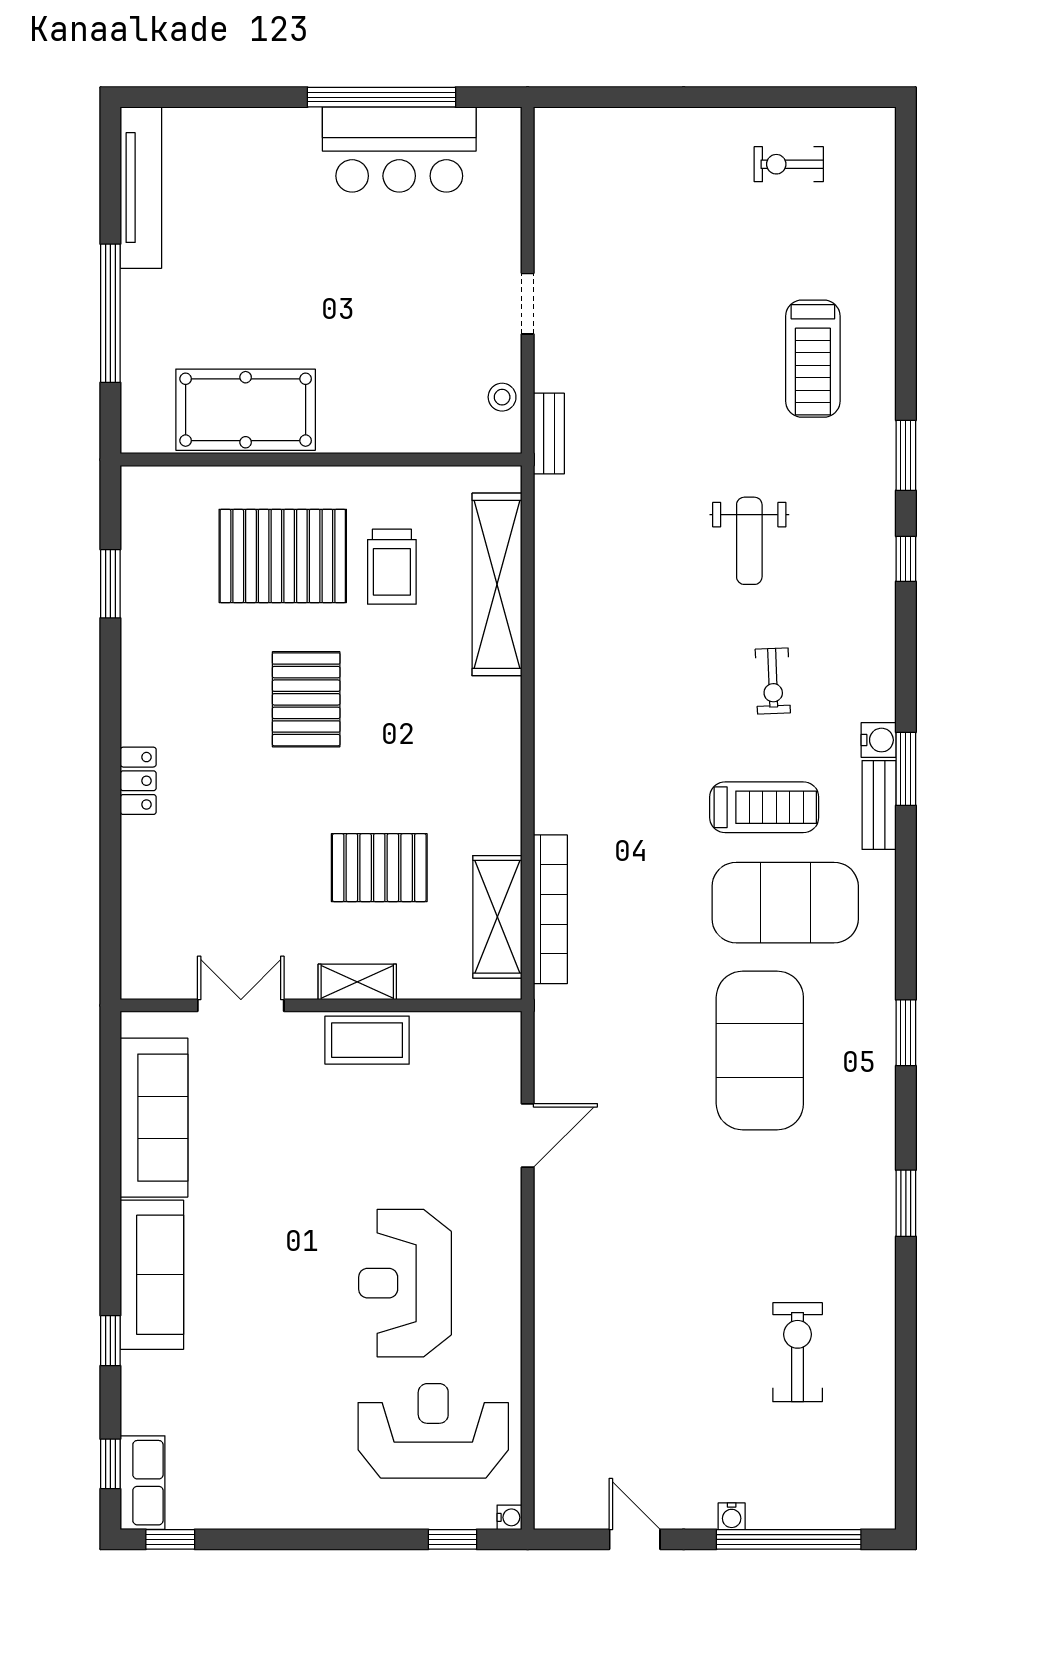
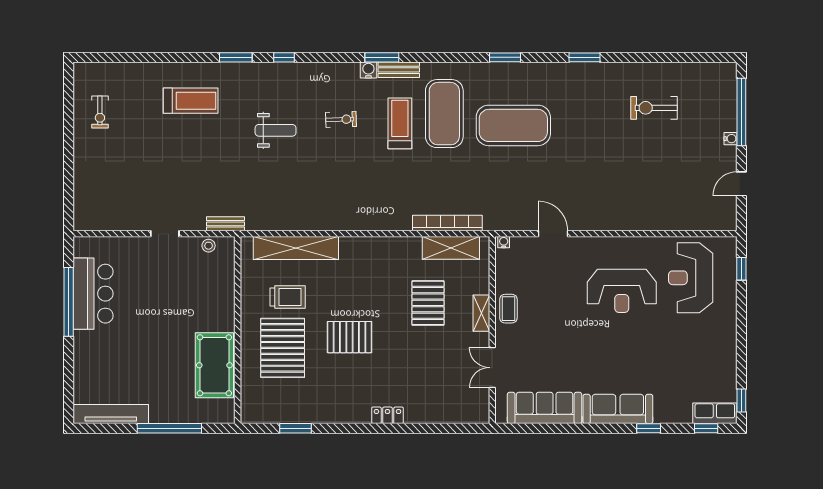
coffee table: (367, 1040) -> (508, 309), width x0.73, depth x0.77
water cooler: (509, 1517) -> (504, 242), moved

